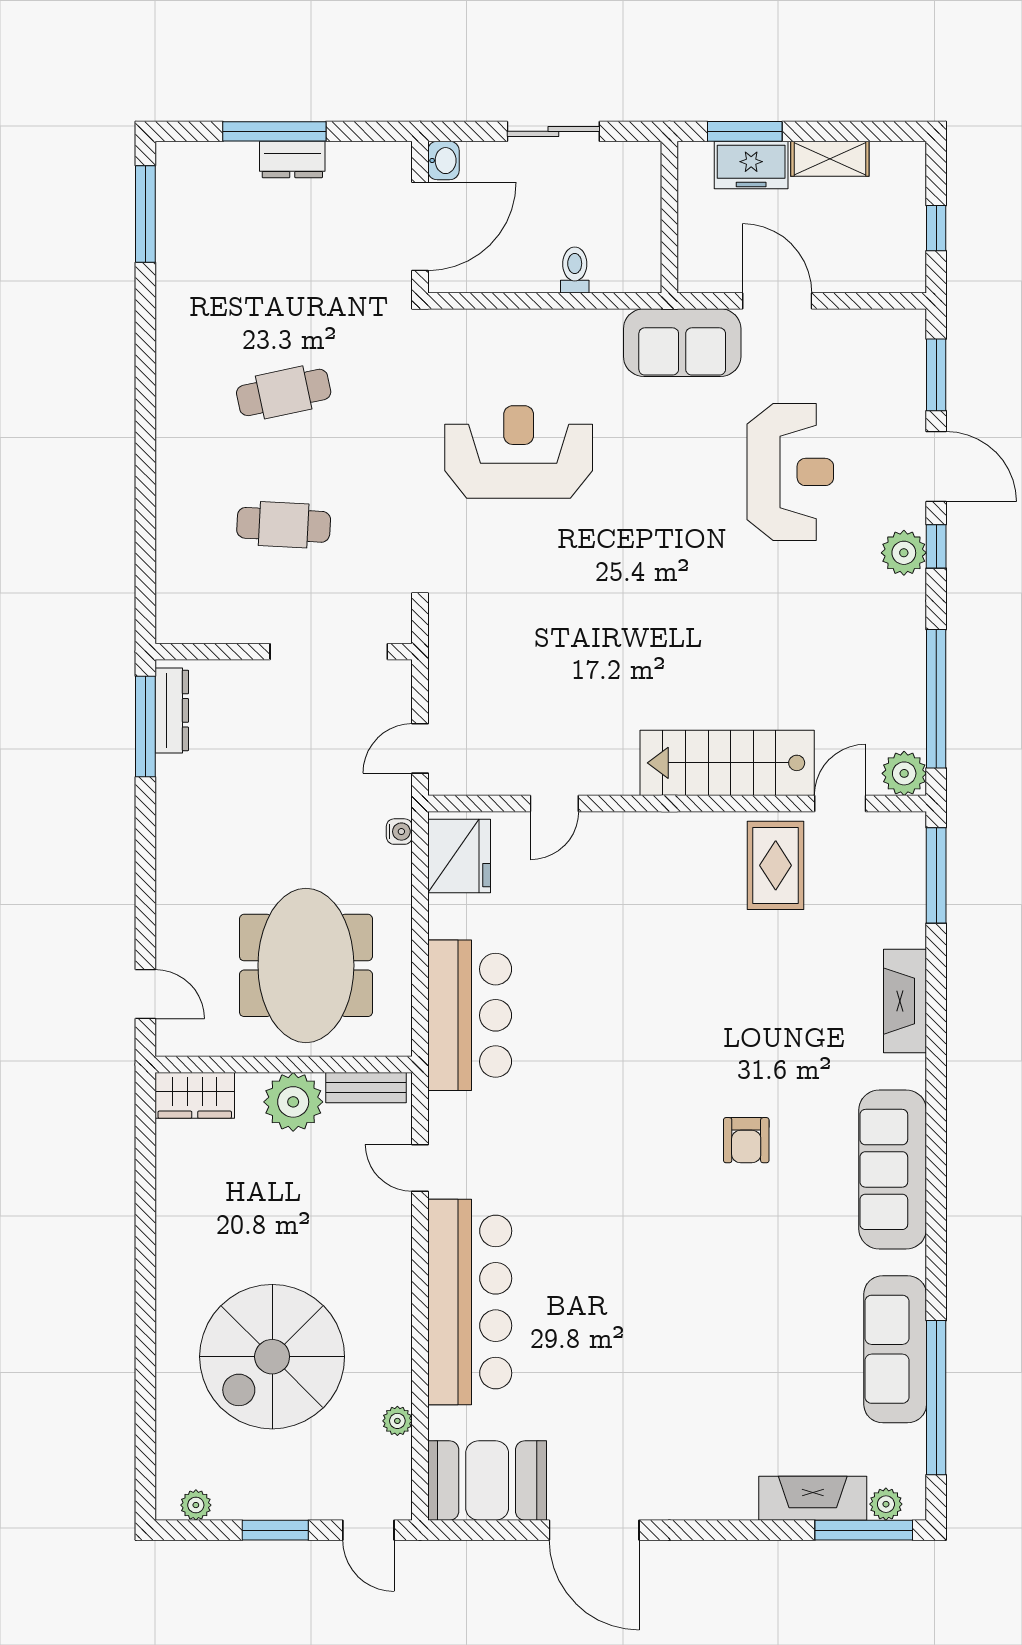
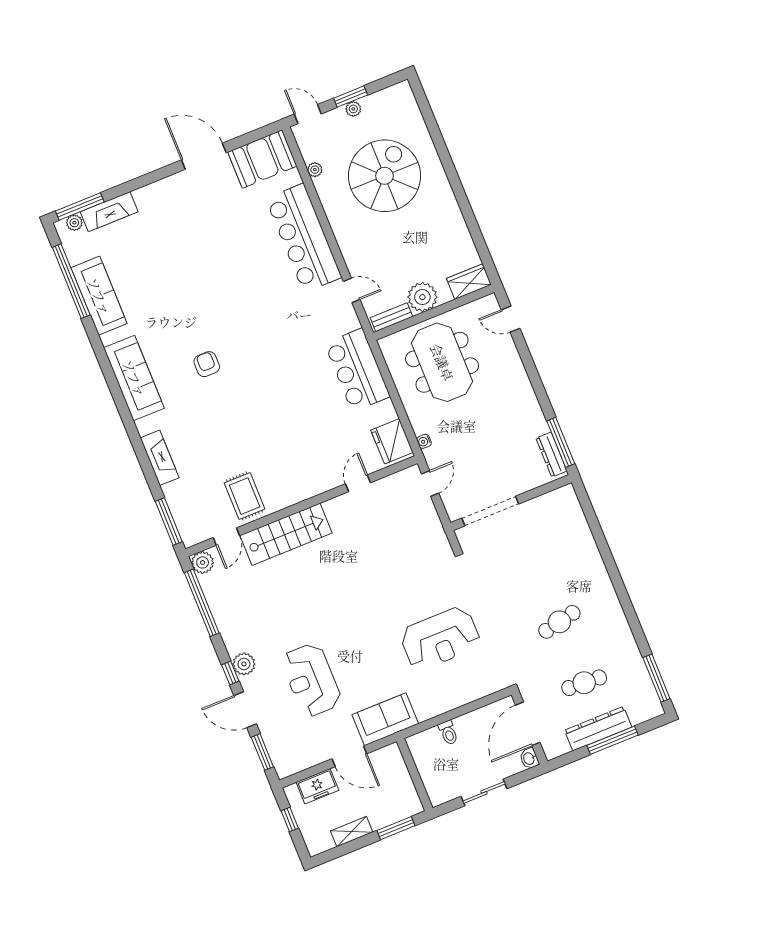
dresser: (292, 160) -> (598, 729), width x1.96, depth x1.24
freezer: (751, 165) -> (317, 786), moved, turned 180
cafe table: (284, 525) -> (584, 683), moved
plant: (196, 1505) -> (353, 109), moved

